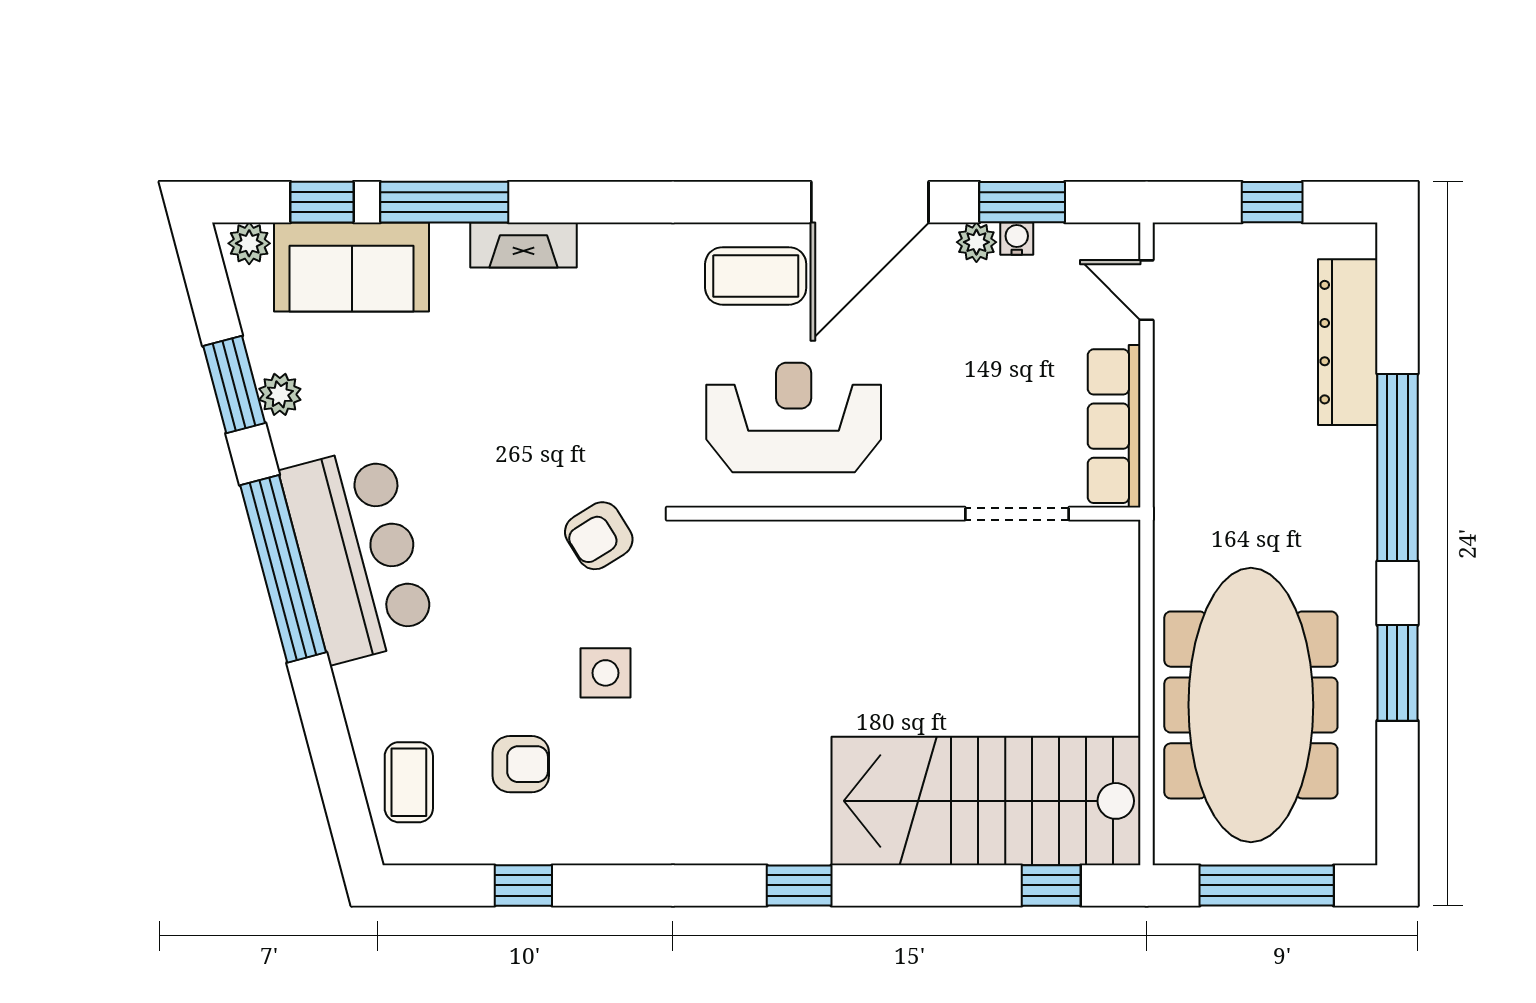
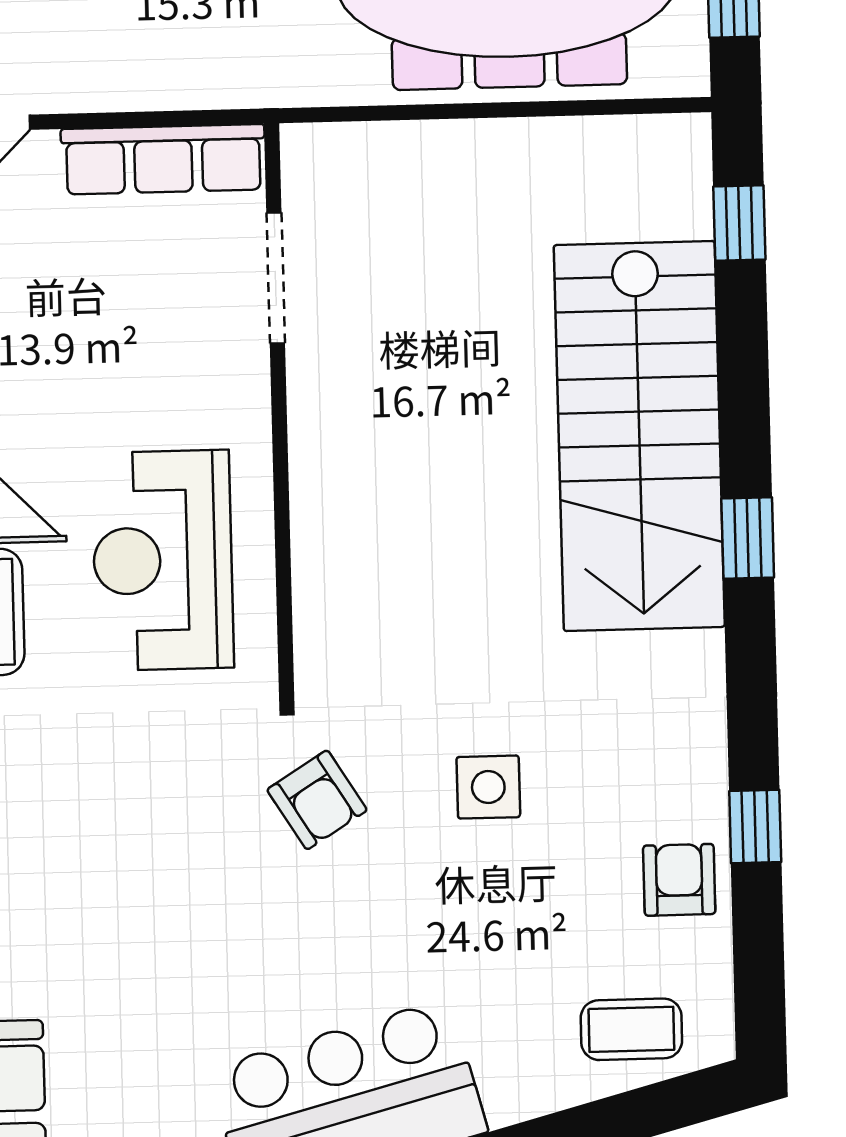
armchair: (521, 764) -> (679, 880), moved
stairs: (986, 801) -> (639, 436), moved
window: (523, 885) -> (755, 826), moved

